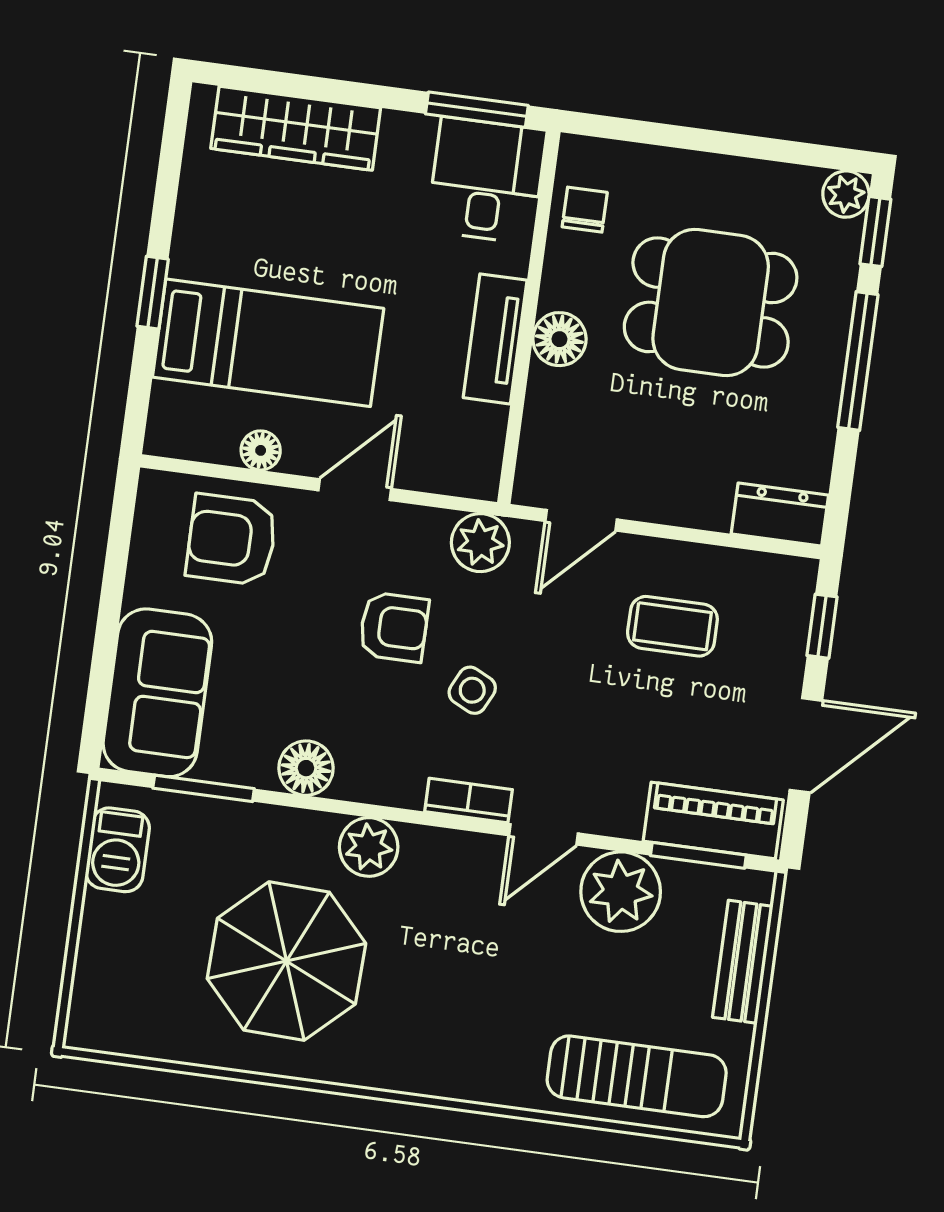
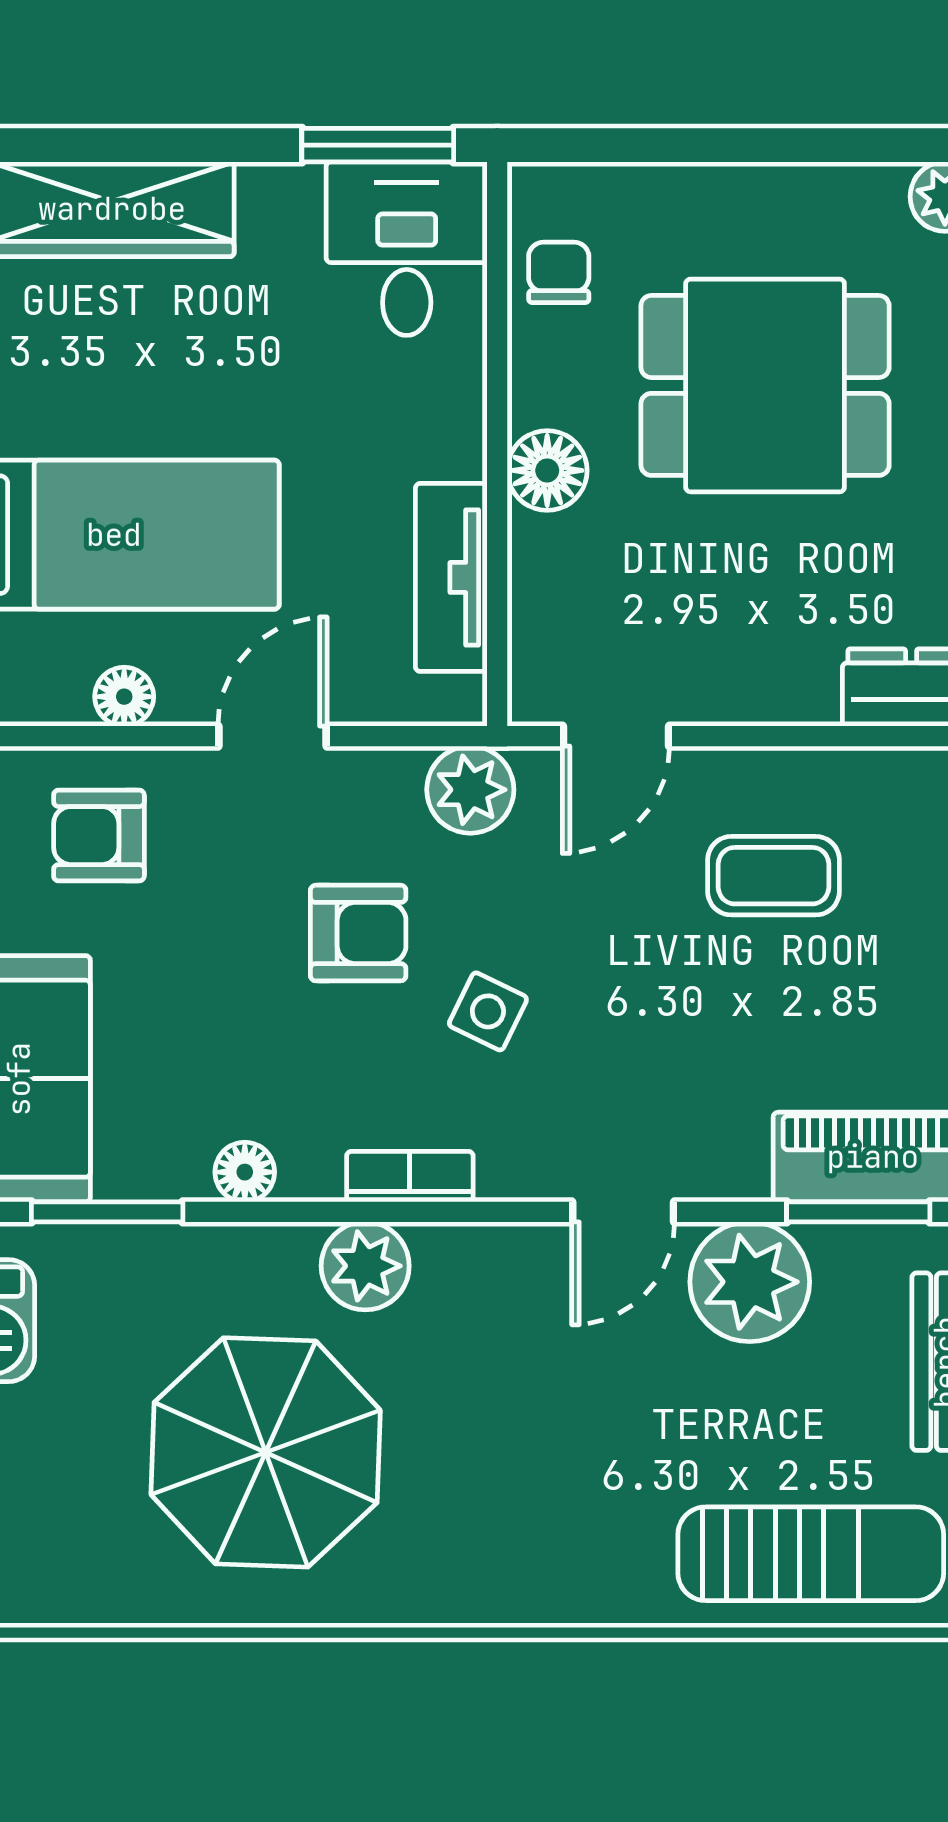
tv unit: (495, 339) -> (451, 577), moved
armchair: (232, 540) -> (99, 836), width x0.72, depth x0.72
floor lamp: (306, 768) -> (245, 1172), width x0.73, depth x0.73
bookcase: (469, 801) -> (410, 1177), moved

